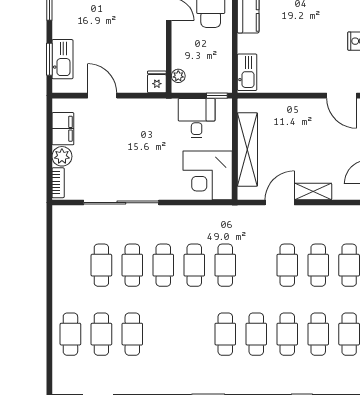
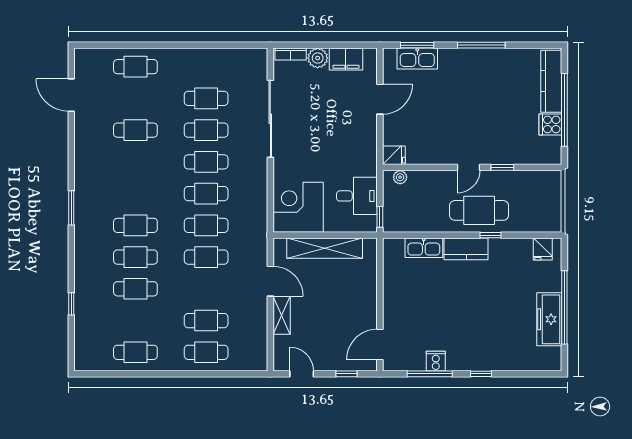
kitchen sink: (247, 72) -> (424, 248), moved
cafe table: (287, 265) -> (206, 257), moved
cafe table: (101, 334) -> (135, 98), removed
cafe table: (318, 334) -> (135, 321), removed

